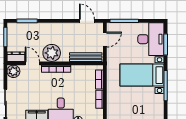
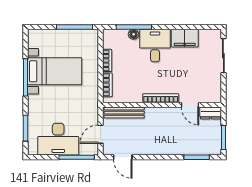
desk: (151, 39) -> (58, 139), moved, turned -90
plant: (52, 53) -> (166, 118), removed
plant: (13, 71) -> (213, 95), removed
bed with nightstands: (142, 75) -> (55, 71), moved

